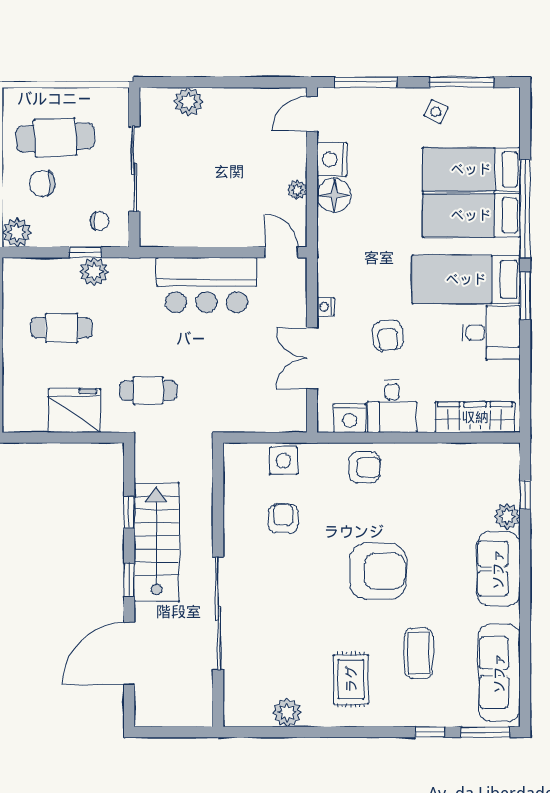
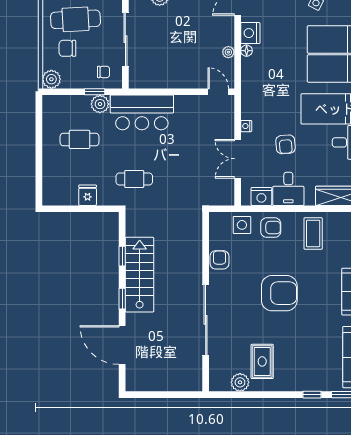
floor lamp: (334, 195) -> (247, 51), width x0.53, depth x0.53
bar counter: (206, 285) -> (142, 112), moved
fridge: (74, 411) -> (88, 195), width x0.53, depth x0.75
side table: (283, 461) -> (242, 225), moved
wall: (218, 585) -> (206, 302), moved
sliding door: (218, 613) -> (206, 320), moved
door: (129, 653) -> (122, 345), hinge flipped
coffee table: (419, 653) -> (313, 233), moved
plant: (287, 712) -> (240, 382), moved

